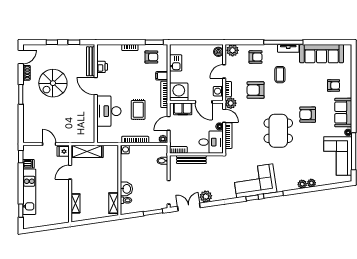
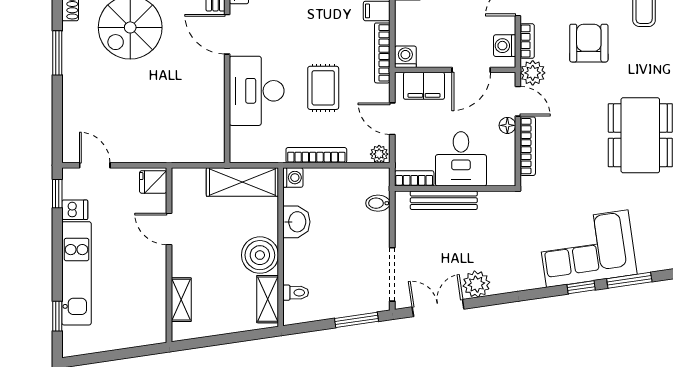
armchair: (256, 90) -> (589, 43), turned 90
washing machine: (179, 92) -> (405, 57), width x0.53, depth x0.53
door: (204, 102) -> (471, 70), hinge flipped
door: (169, 123) -> (392, 119), hinge flipped
desk: (211, 142) -> (461, 159), moved, turned 90
door: (49, 144) -> (95, 165), moved
shelving: (87, 151) -> (242, 182), moved
door: (70, 172) -> (169, 229), hinge flipped
boiler: (110, 184) -> (260, 255), added
washbasin: (126, 189) -> (296, 222), moved

